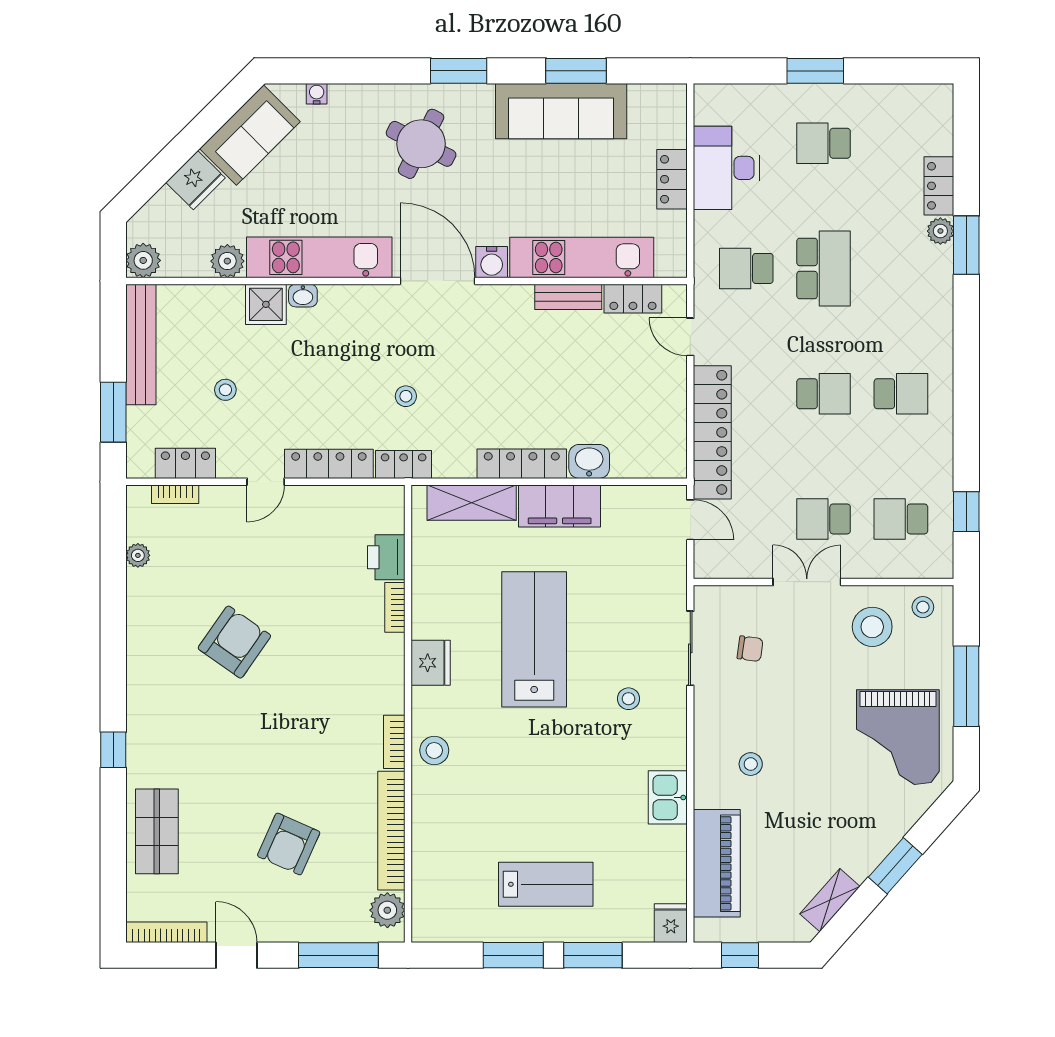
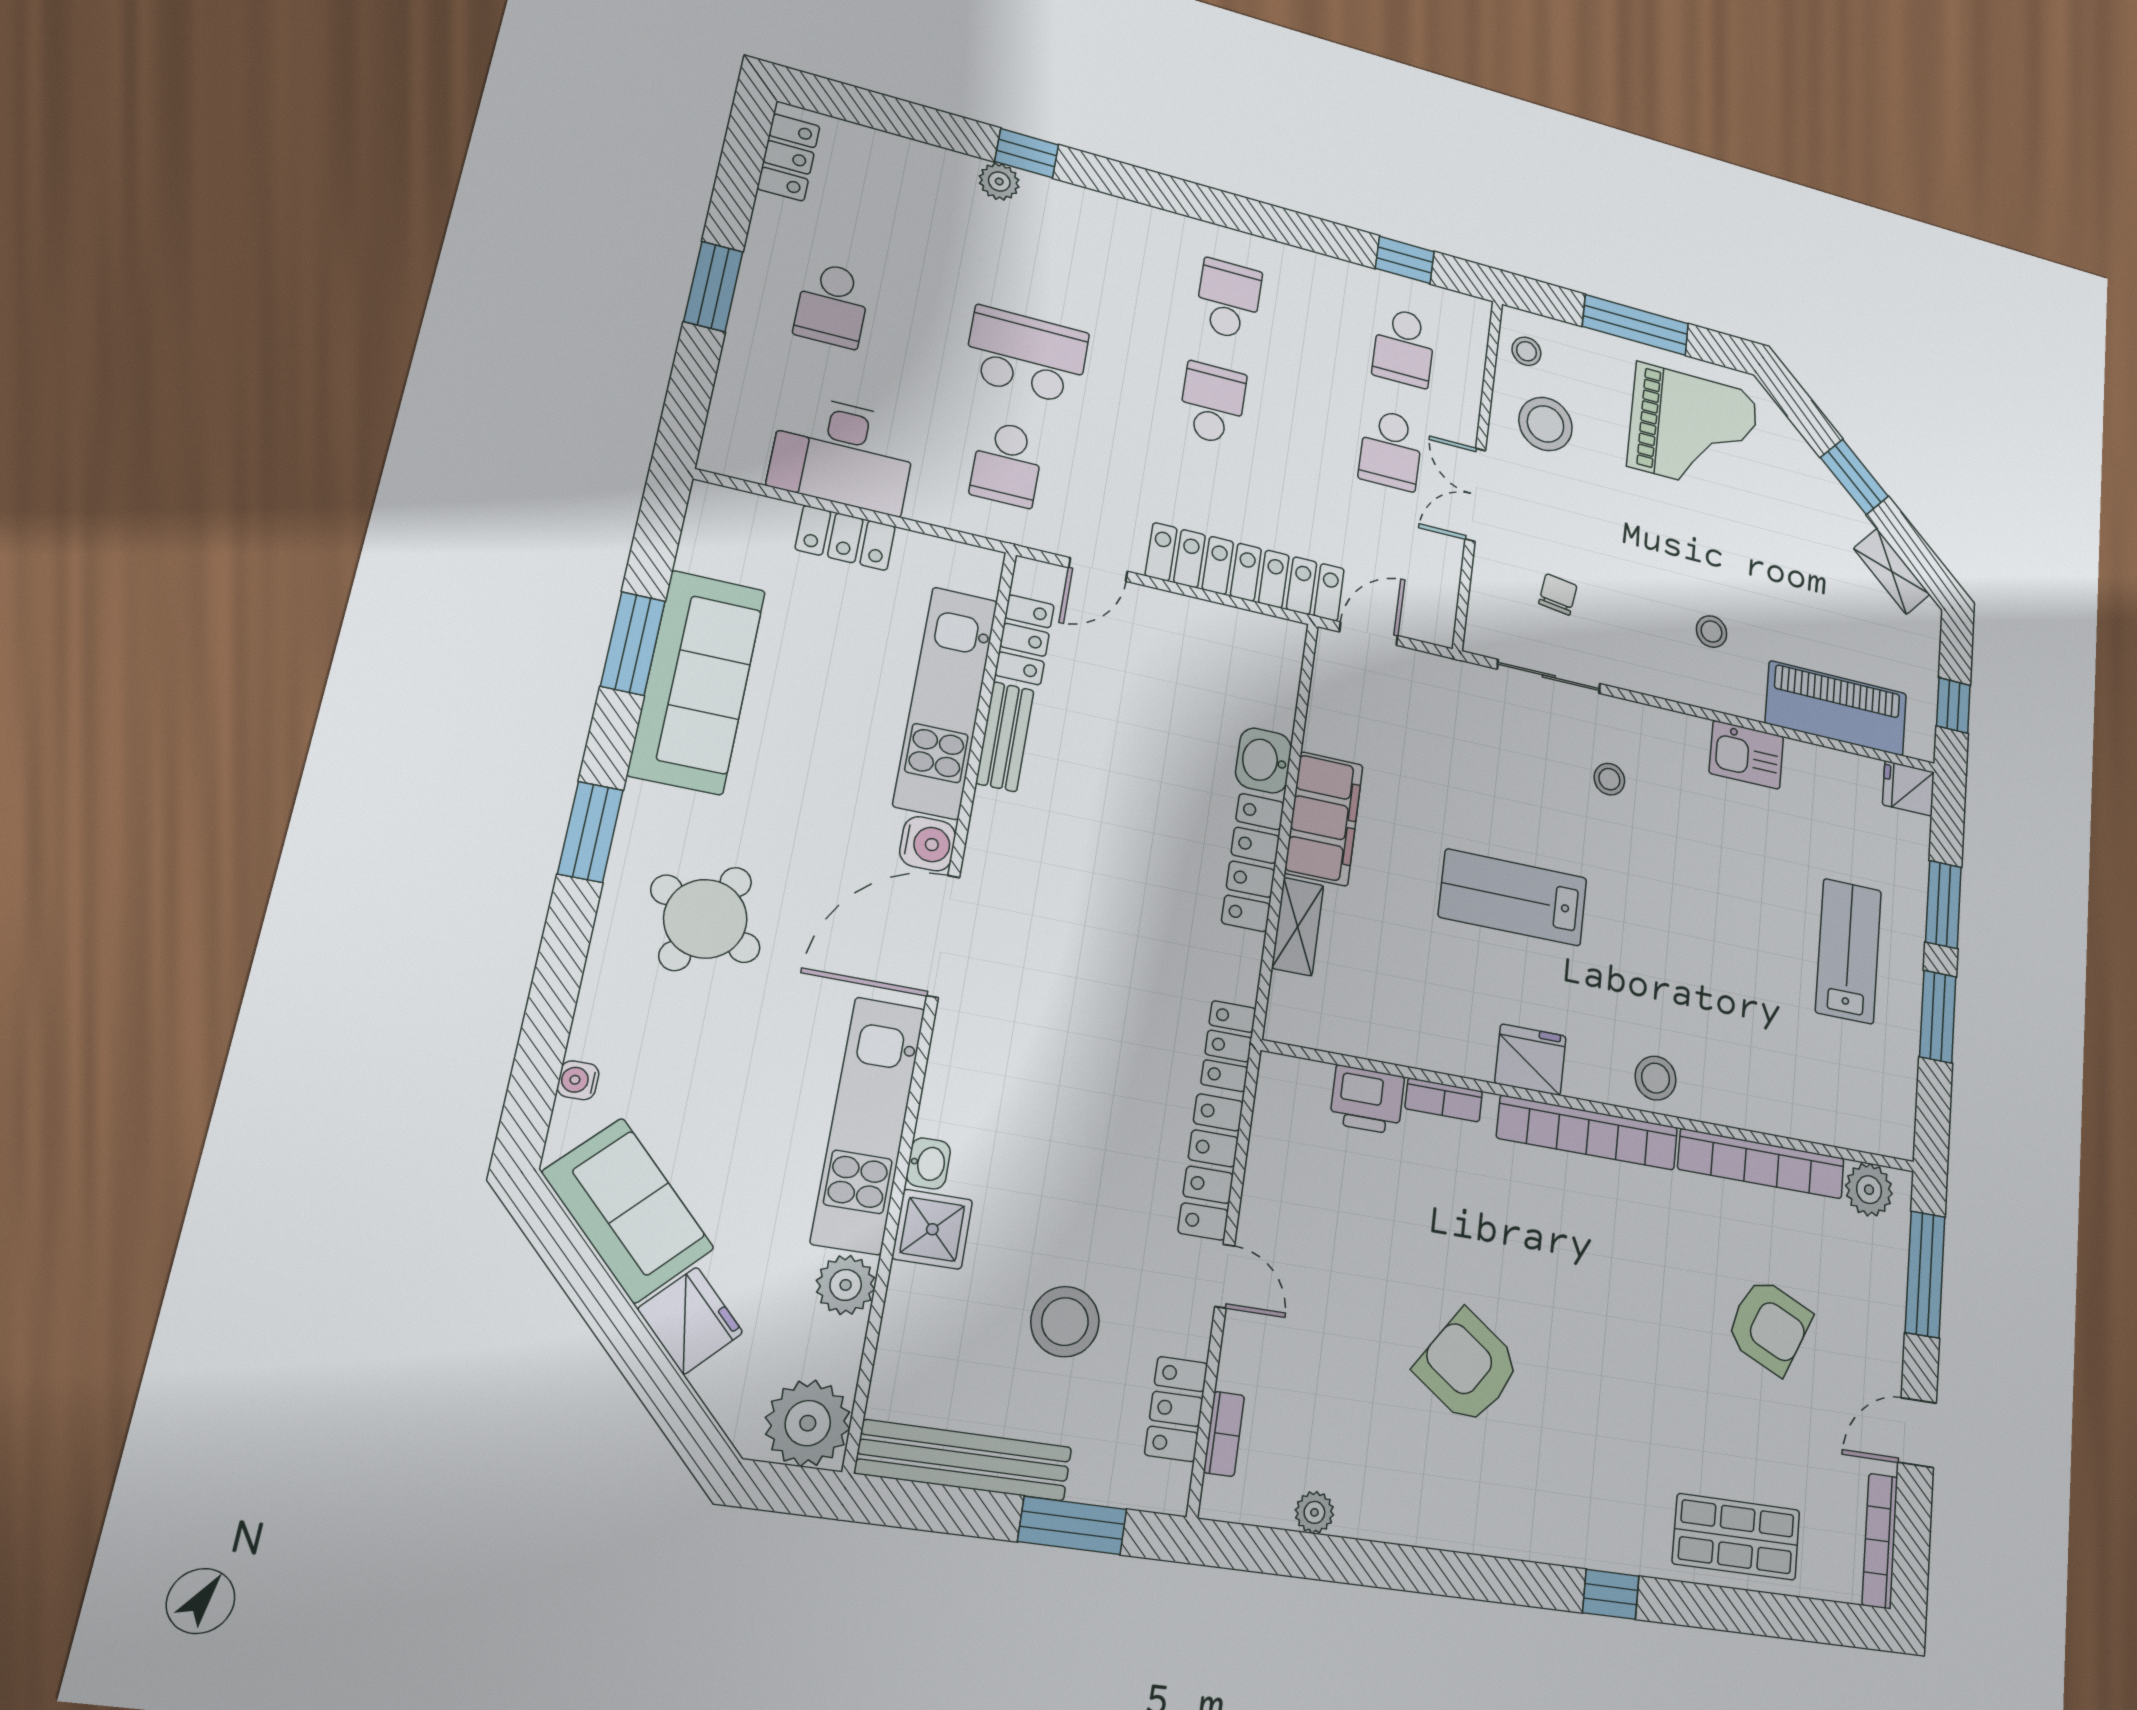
locker: (939, 186) -> (789, 157), moved, turned -90
window: (966, 245) -> (1027, 153), width x0.67
plant: (143, 260) -> (808, 1423), width x1.36, depth x1.36
stool: (225, 390) -> (1065, 1322), width x1.89, depth x1.89
stool: (406, 396) -> (1122, 1022), removed
shelving: (472, 503) -> (1298, 927), width x0.67, depth x0.75
lab bench: (534, 639) -> (1513, 897), width x0.73, depth x0.72
bookcase: (394, 742) -> (1588, 1133), width x2.31, depth x1.31

